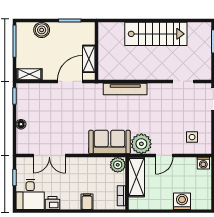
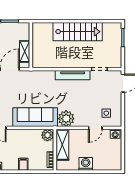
tv unit: (125, 89) -> (73, 75), moved
sofa: (110, 142) -> (35, 117), width x1.36
door: (164, 156) -> (95, 128), moved
washing machine: (182, 201) -> (86, 164), moved

